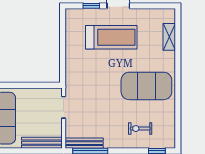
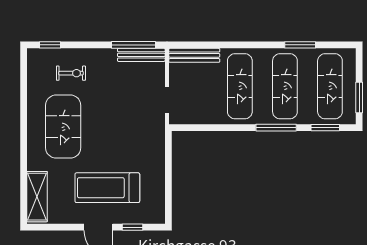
shelving: (169, 37) -> (37, 197), width x1.50, depth x1.33
exercise mat: (146, 86) -> (63, 127), turned 90

